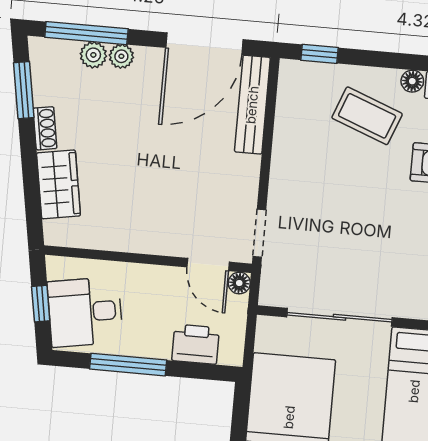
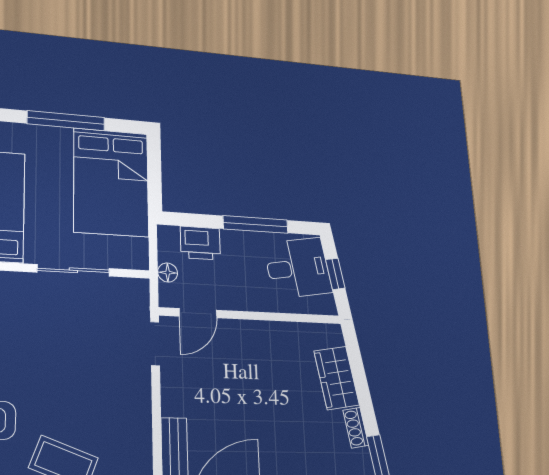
door: (208, 265) -> (198, 313), swing flipped
floor lamp: (239, 283) -> (168, 273), moved
sliding door: (340, 317) -> (73, 270), width x0.73

